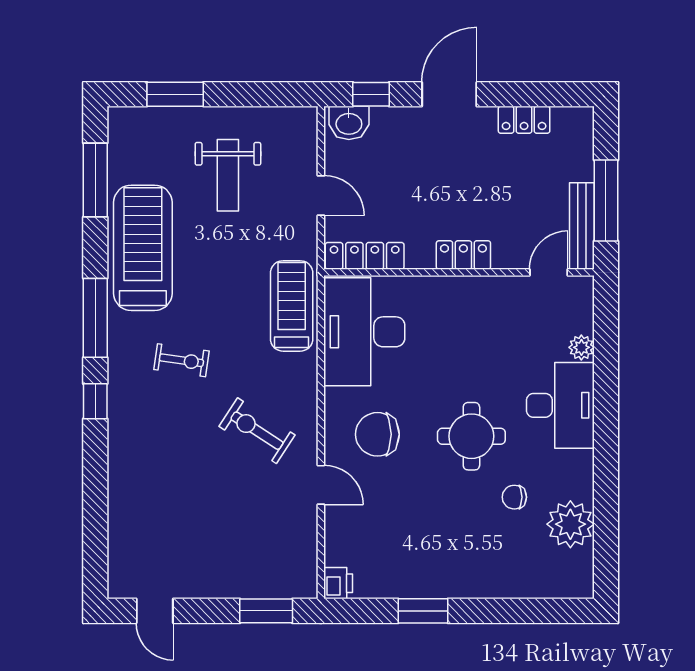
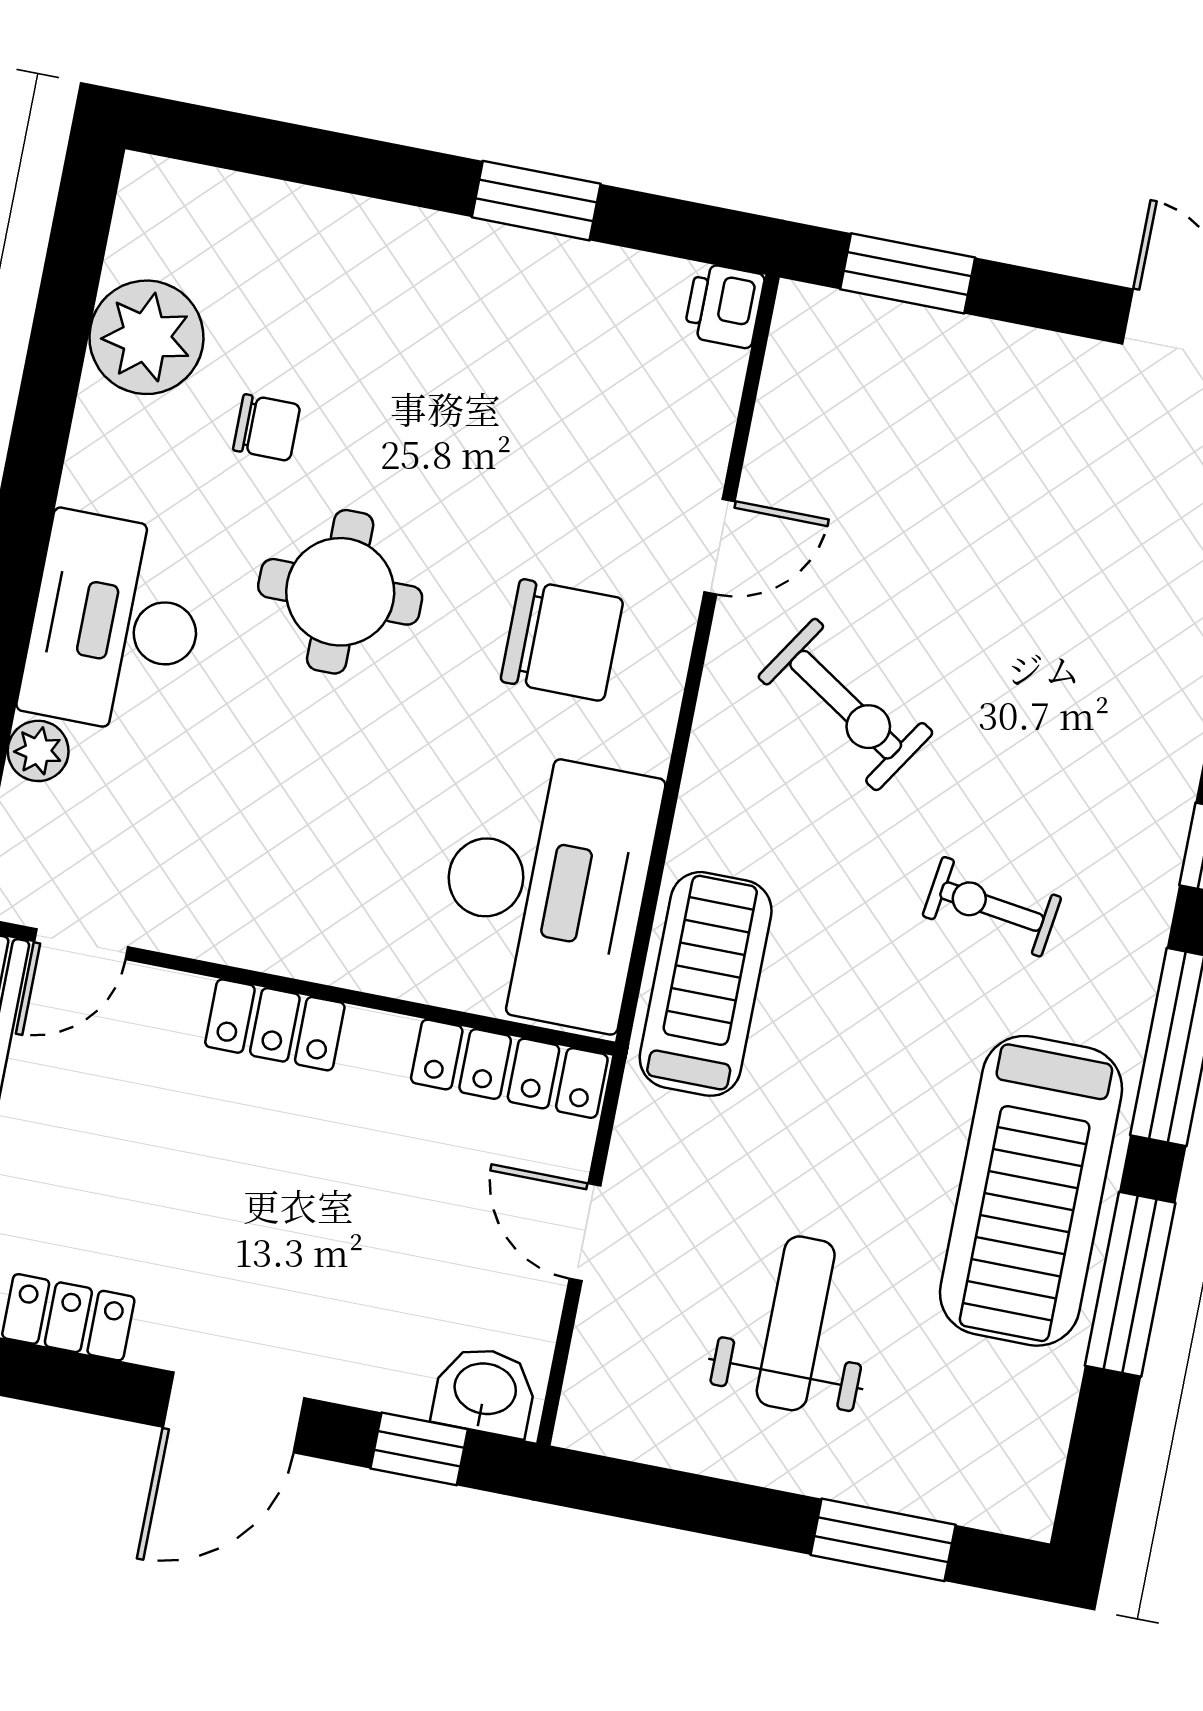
window: (95, 180) -> (1130, 1284), moved
treadmill: (292, 306) -> (706, 984), turned 180
door: (321, 485) -> (719, 547), swing flipped

